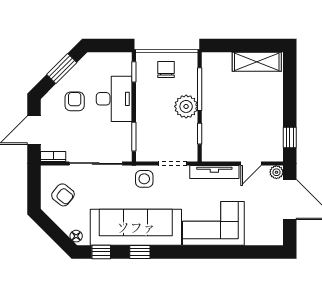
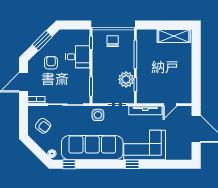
desk: (114, 99) -> (78, 57), width x0.73
plant: (186, 106) -> (126, 79), moved
window: (290, 137) -> (196, 87), removed
plant: (276, 172) -> (187, 110), removed
window: (140, 252) -> (132, 164), moved

